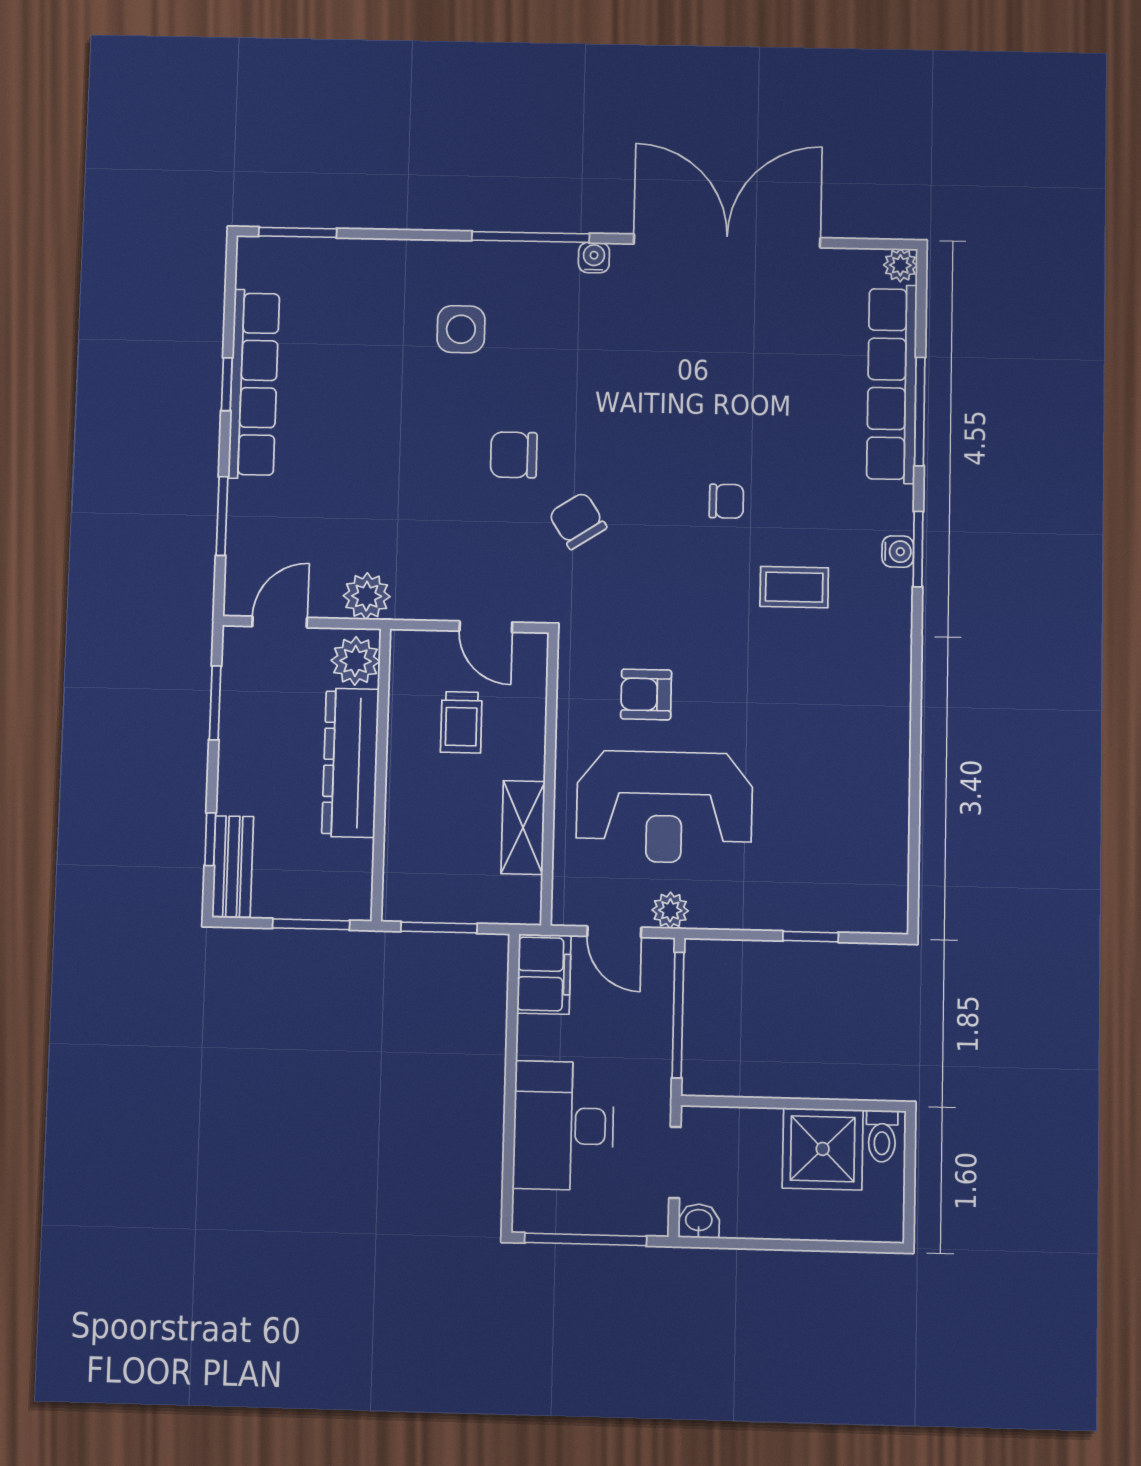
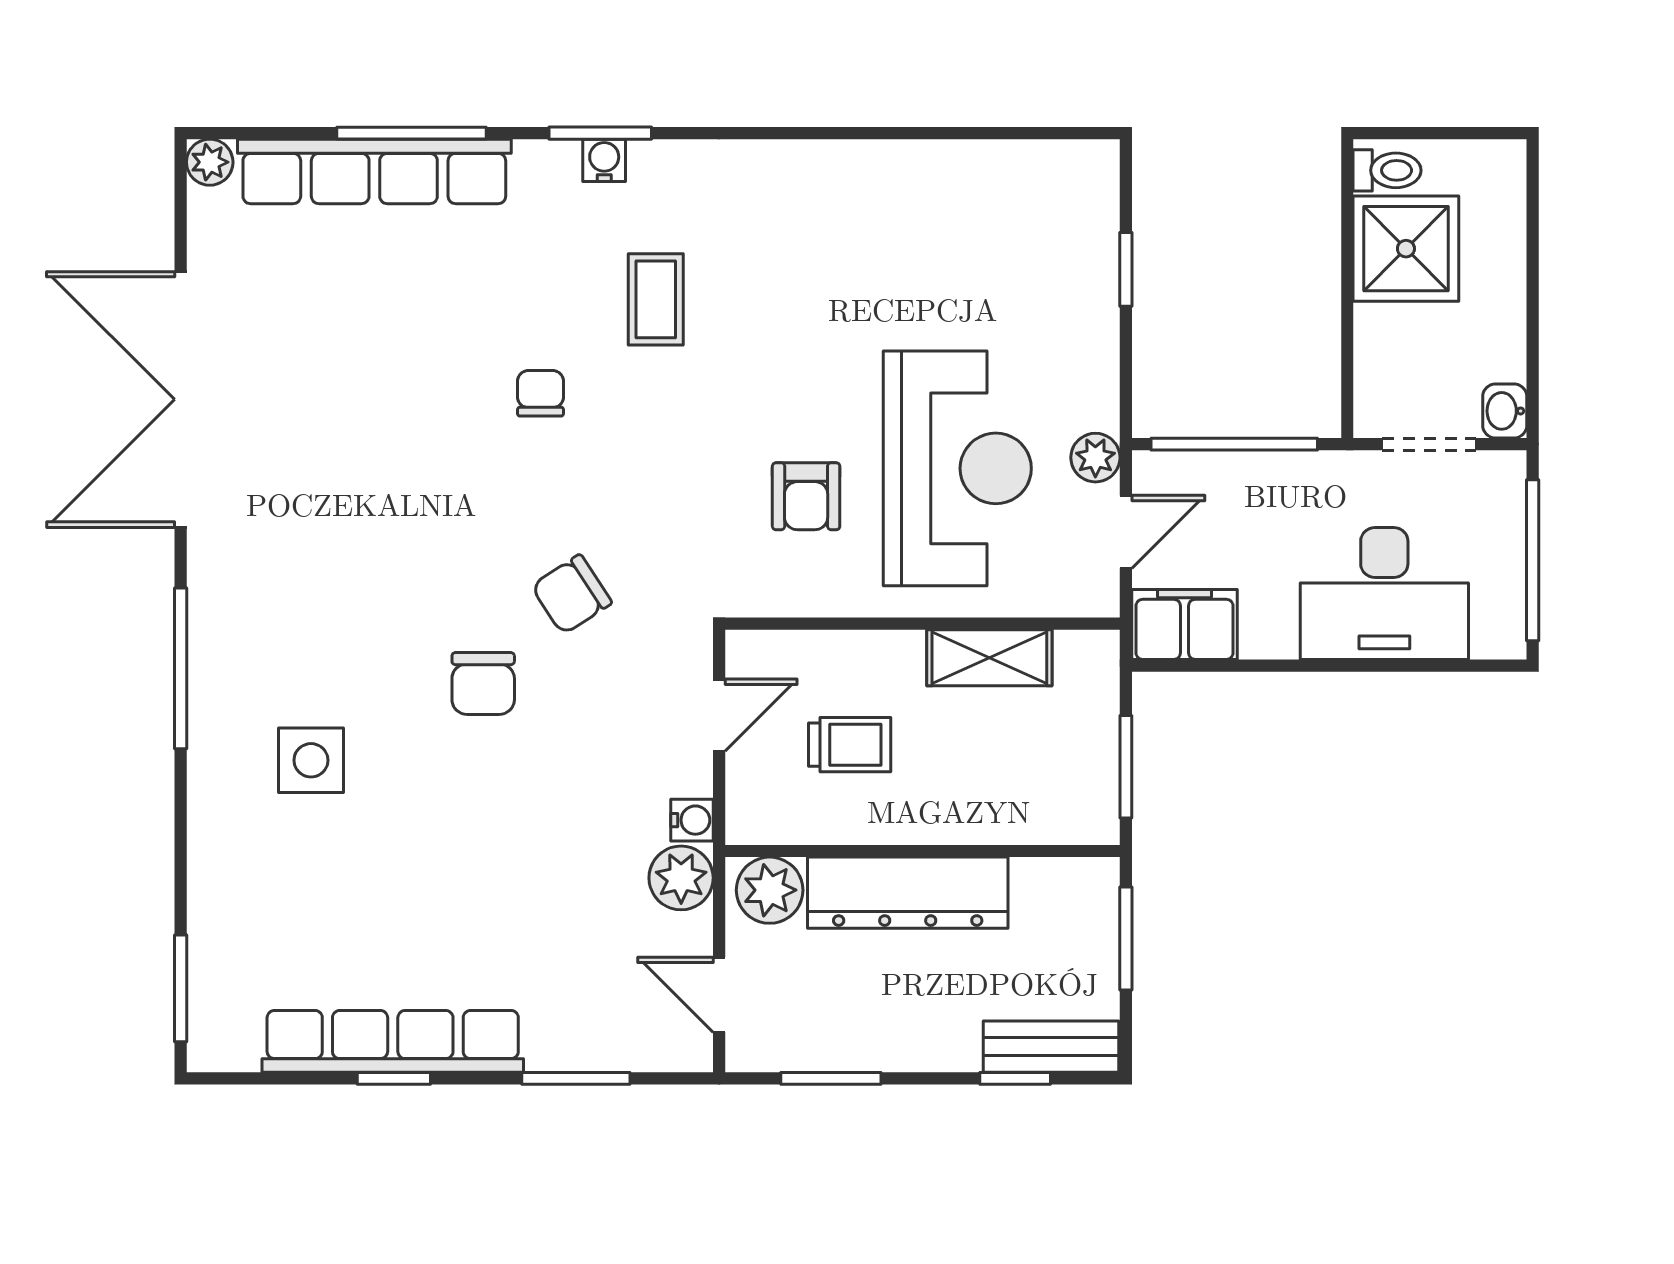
water cooler: (594, 258) -> (692, 820), moved, turned 180

